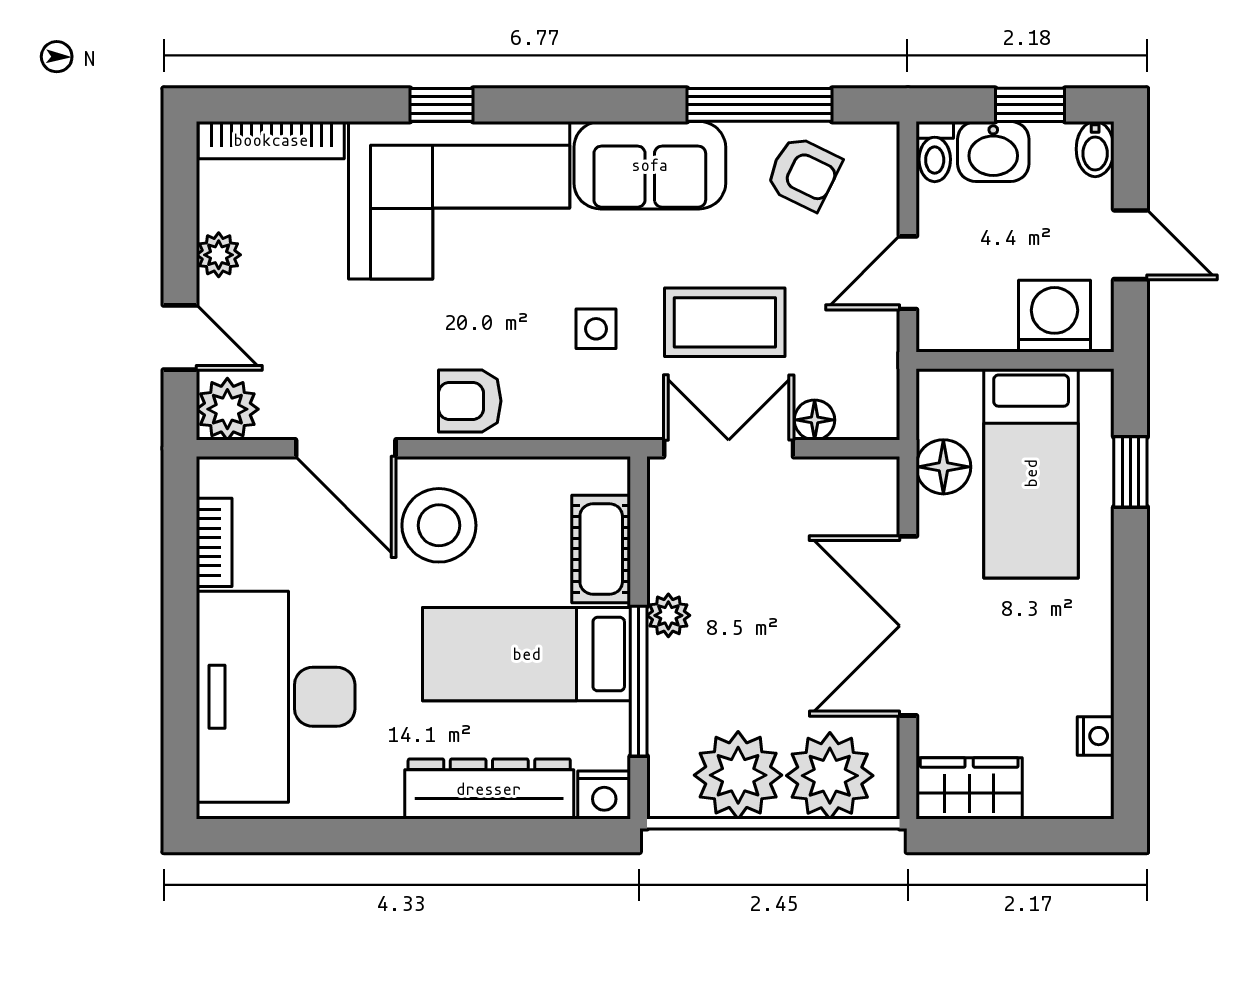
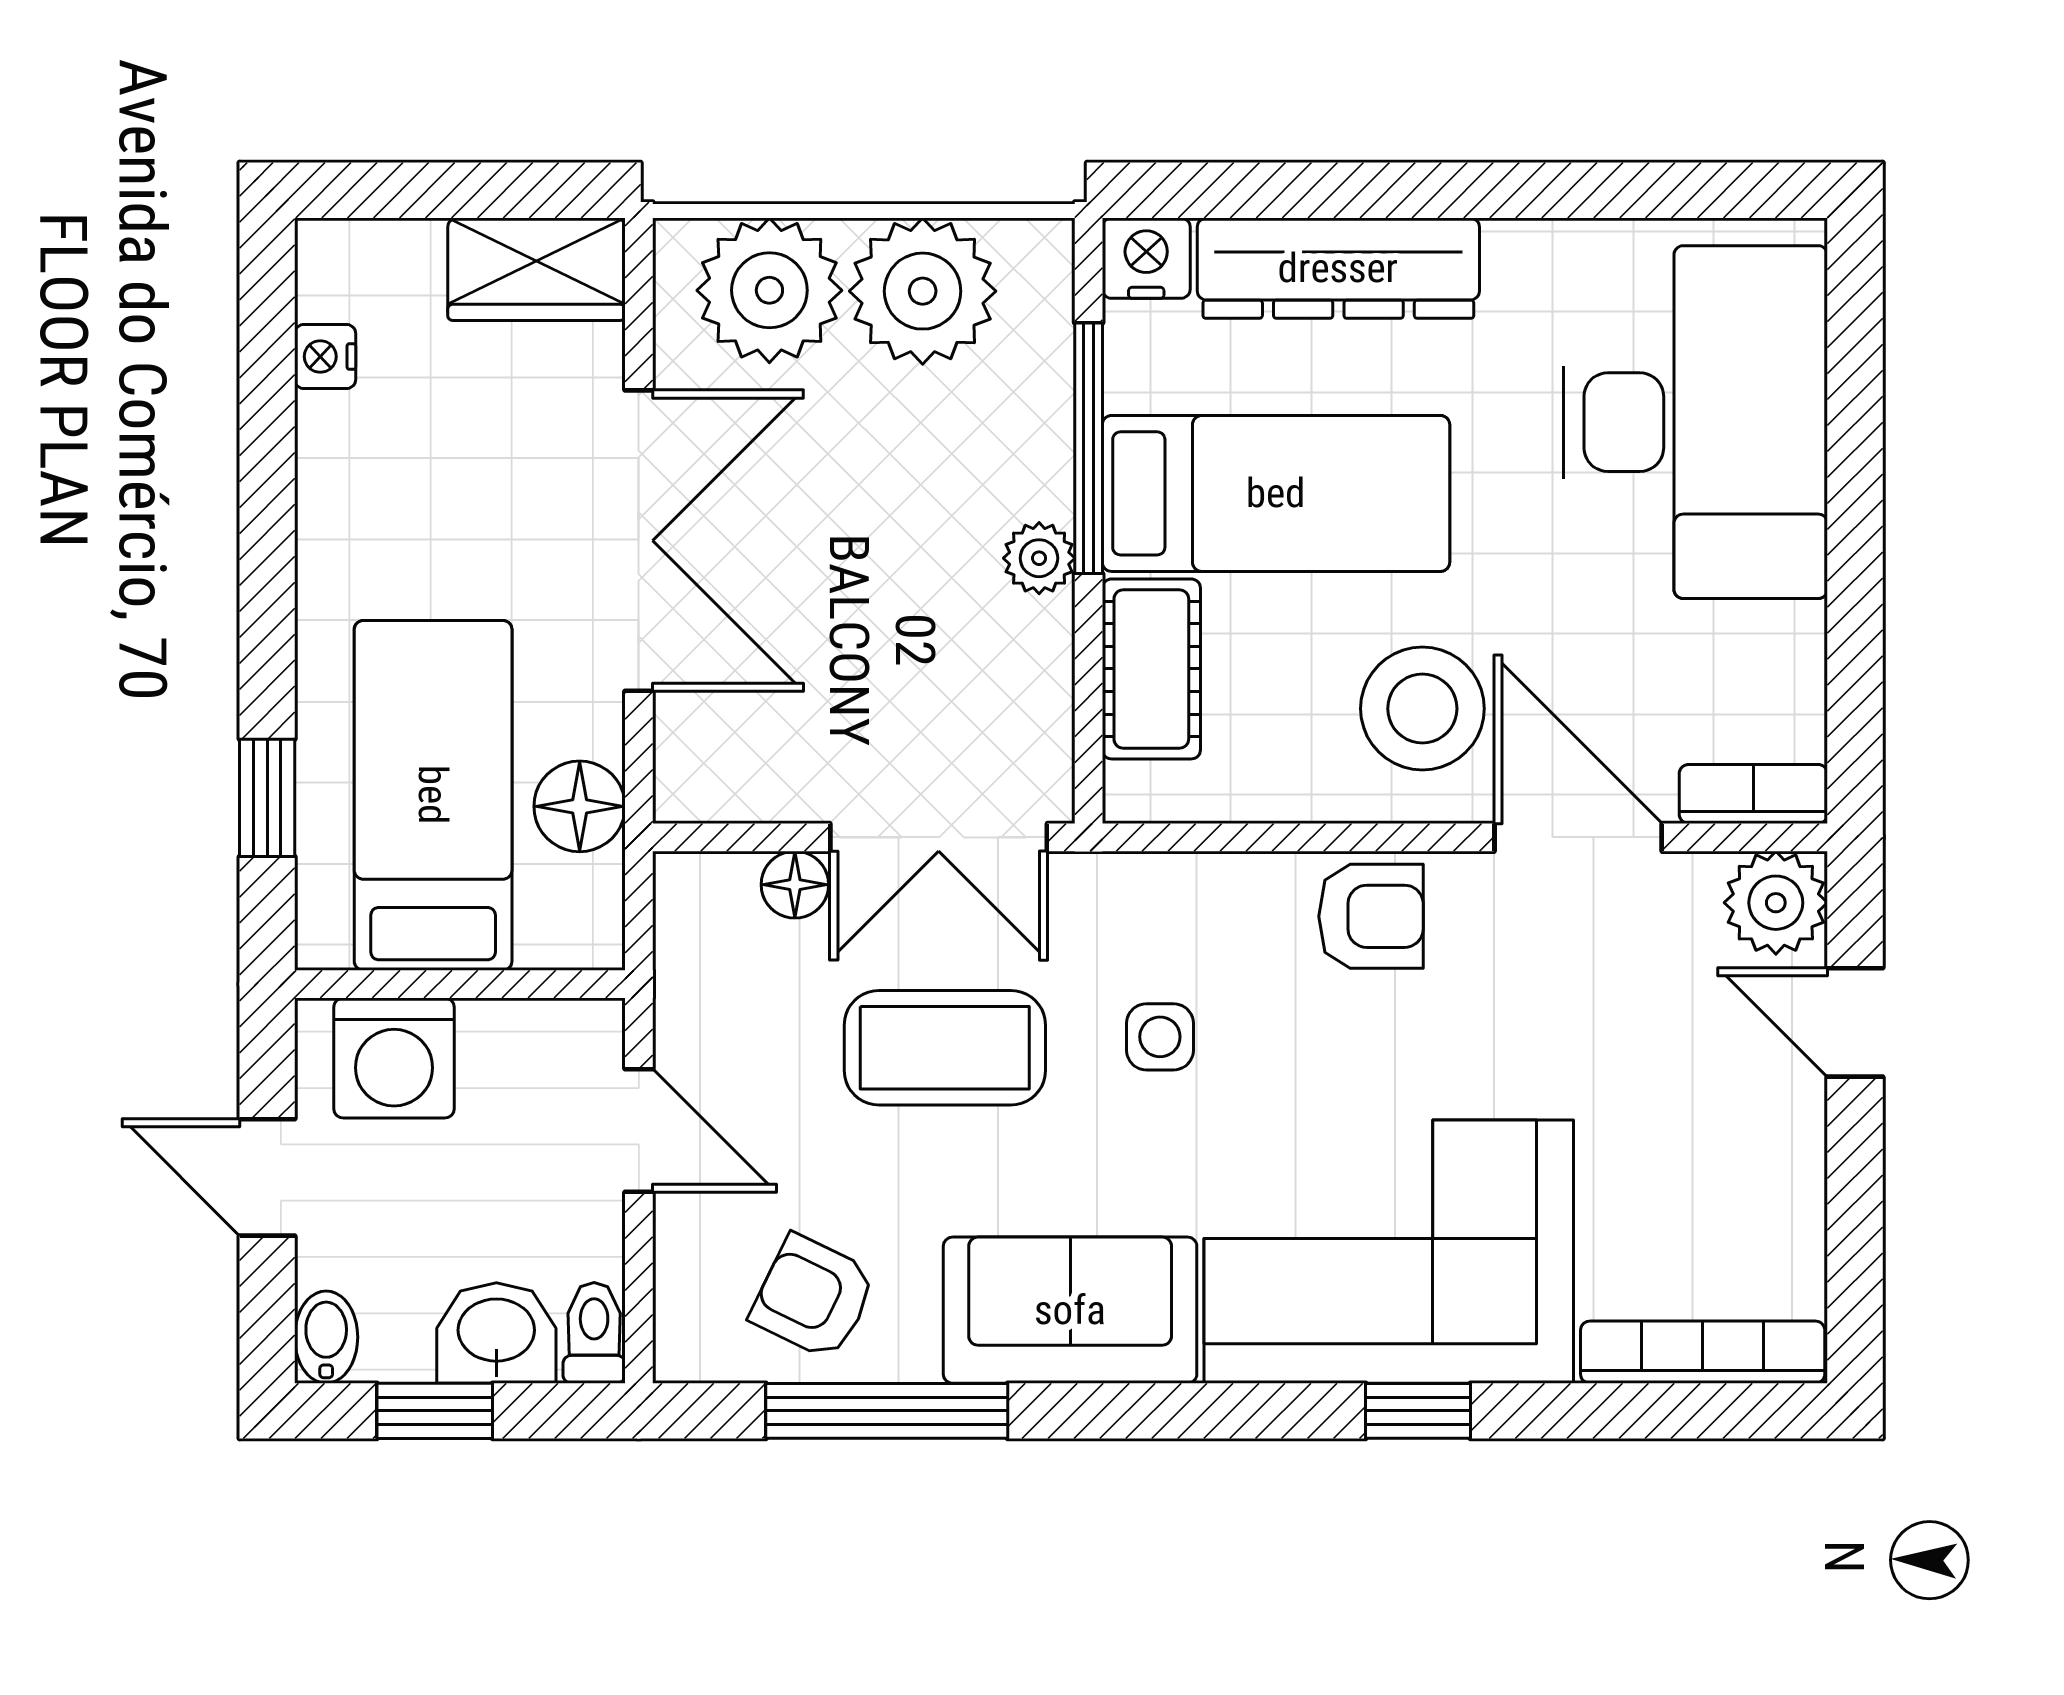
plant: (219, 255) -> (1791, 1161), removed
door: (908, 273) -> (639, 1130), hinge flipped
bookcase: (214, 542) -> (1753, 794), moved, turned 90

